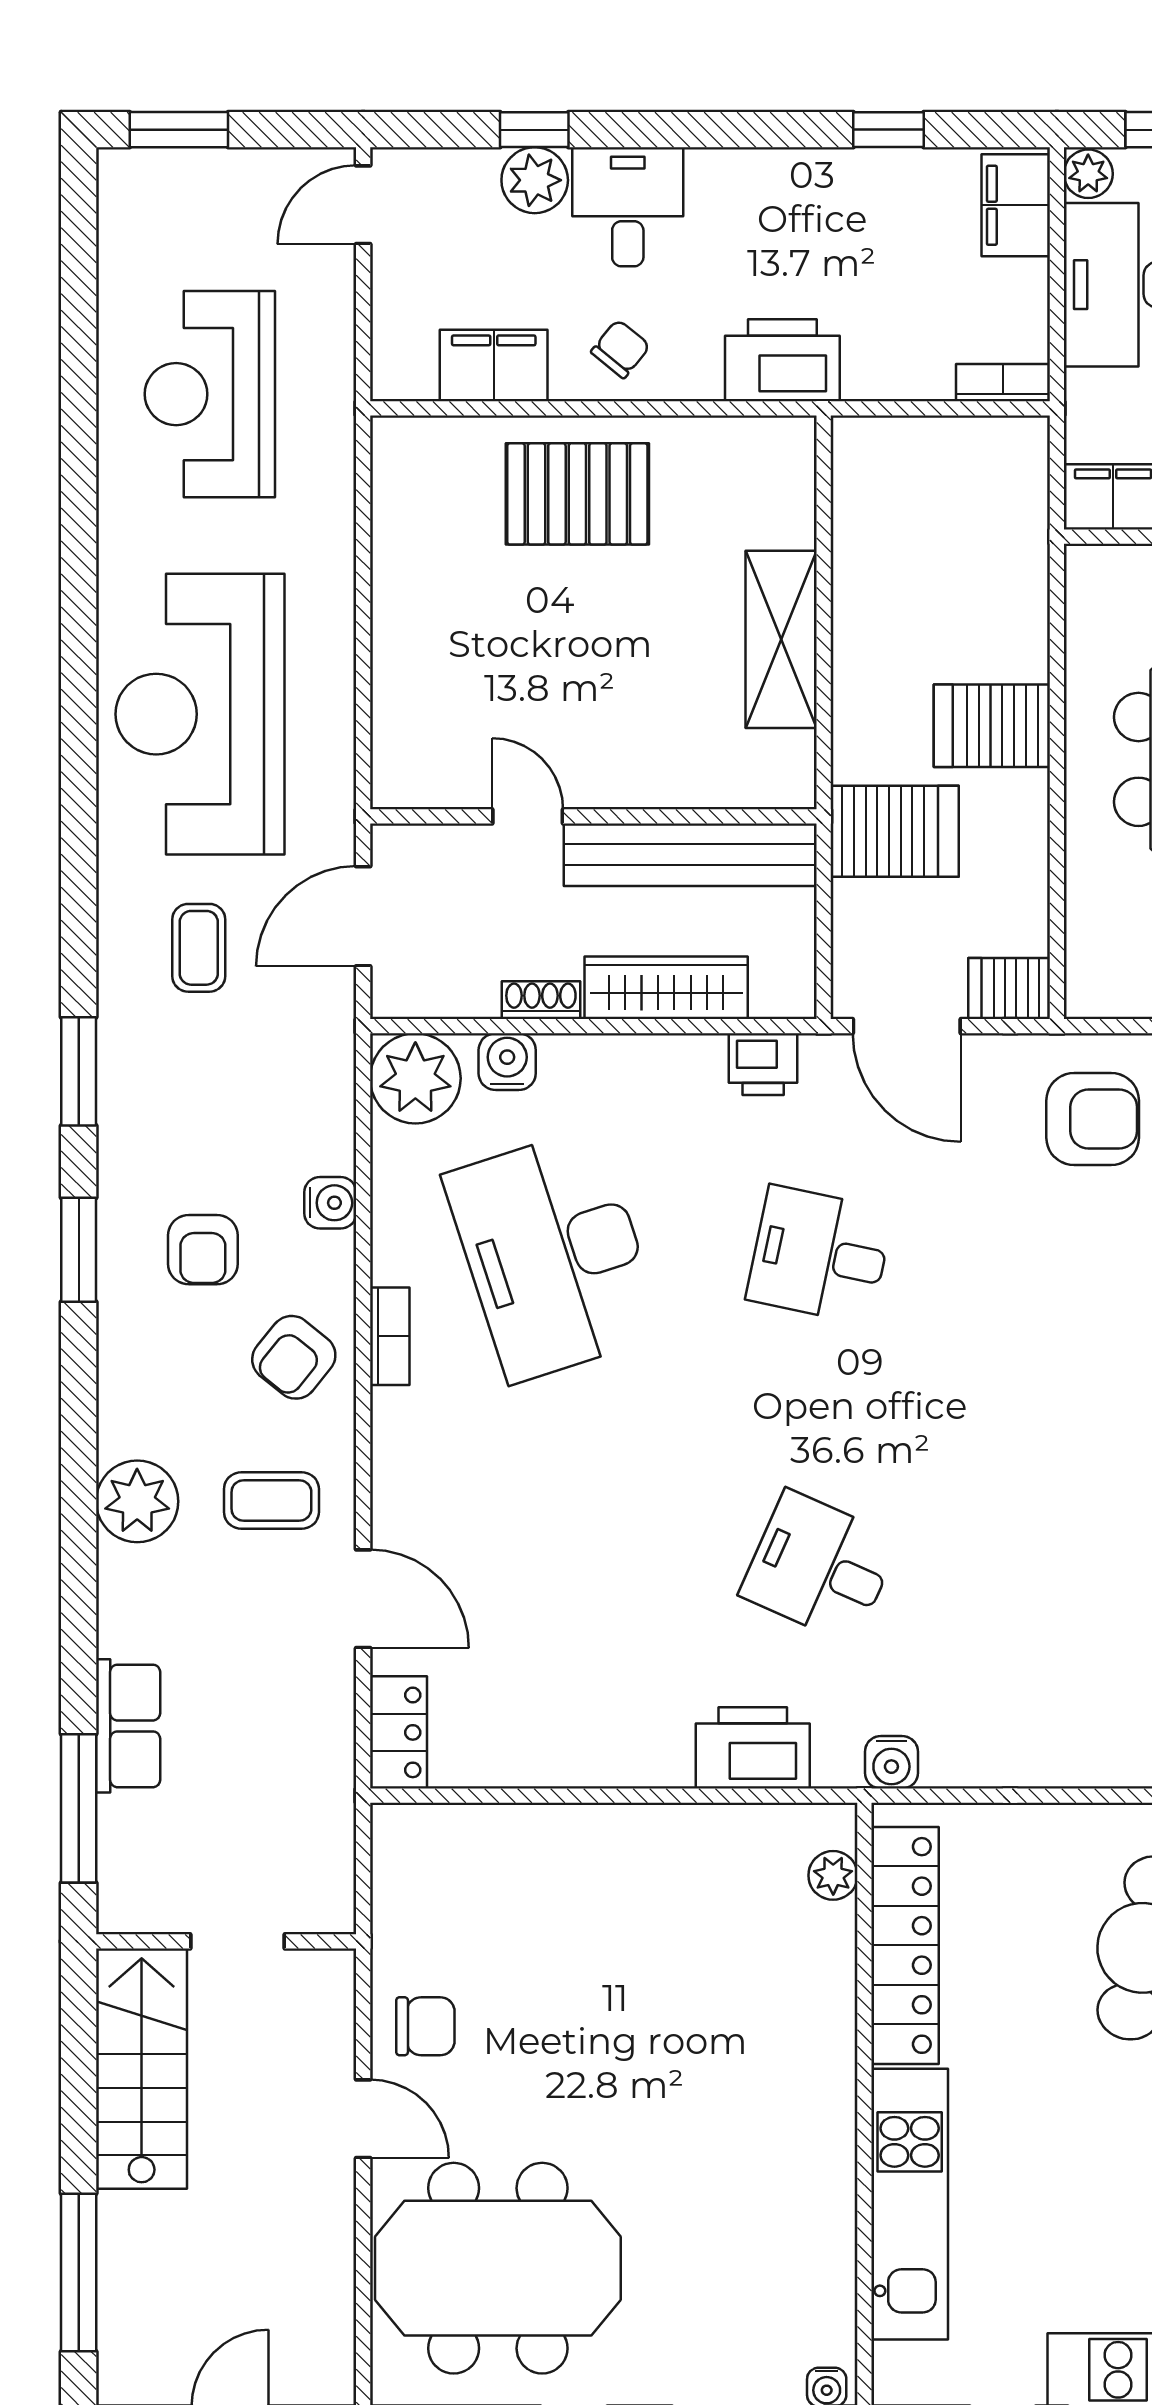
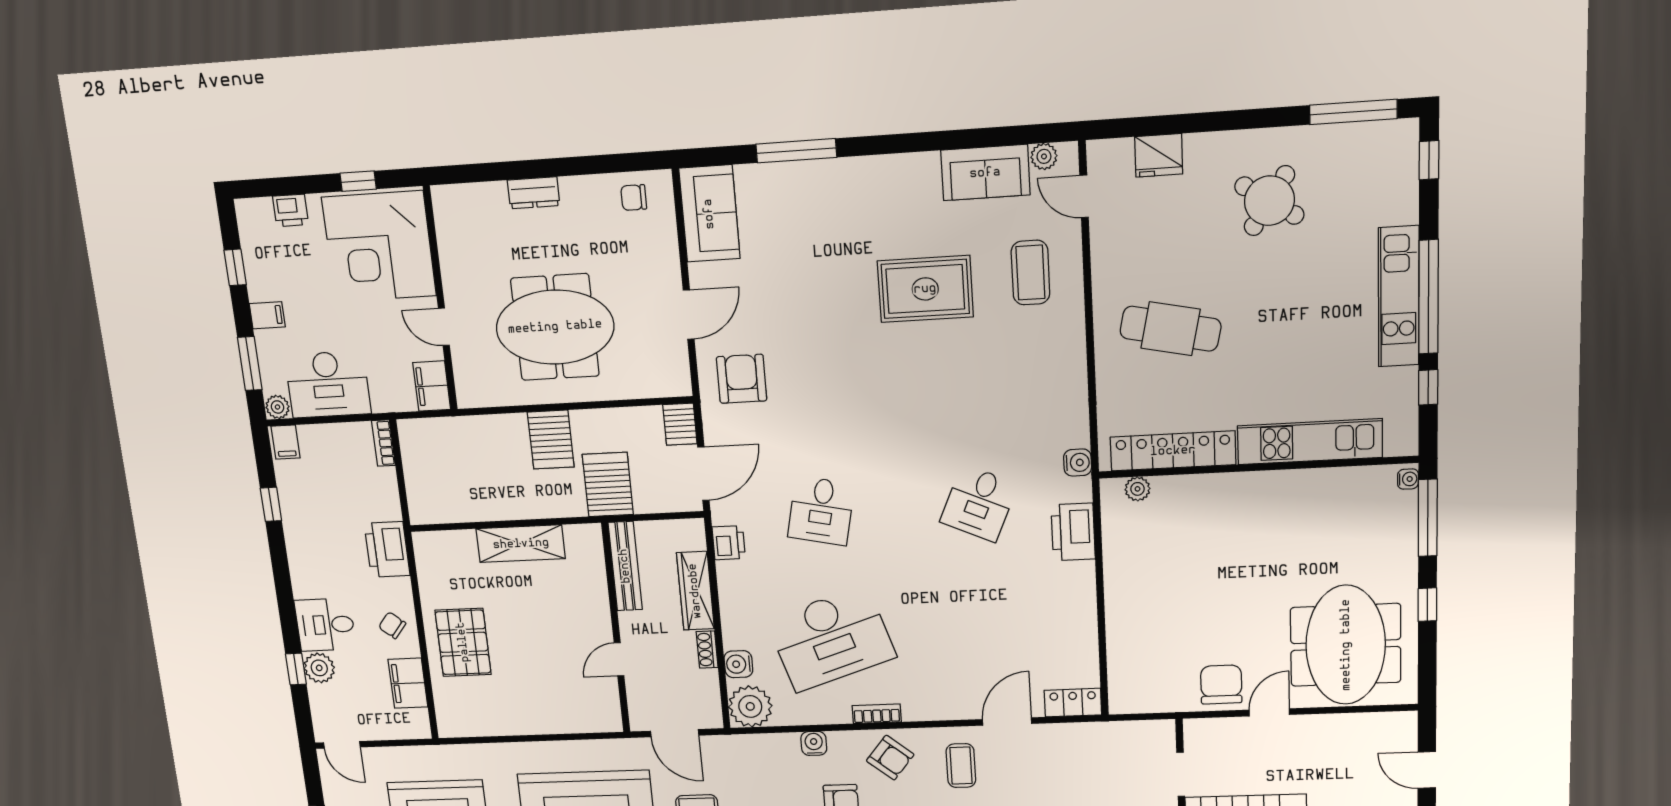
filing cabinet: (1016, 205) -> (286, 442), width x0.50
bench: (690, 855) -> (625, 566), width x0.73, depth x0.82
chair: (425, 2026) -> (1221, 685), width x1.37, depth x1.37

